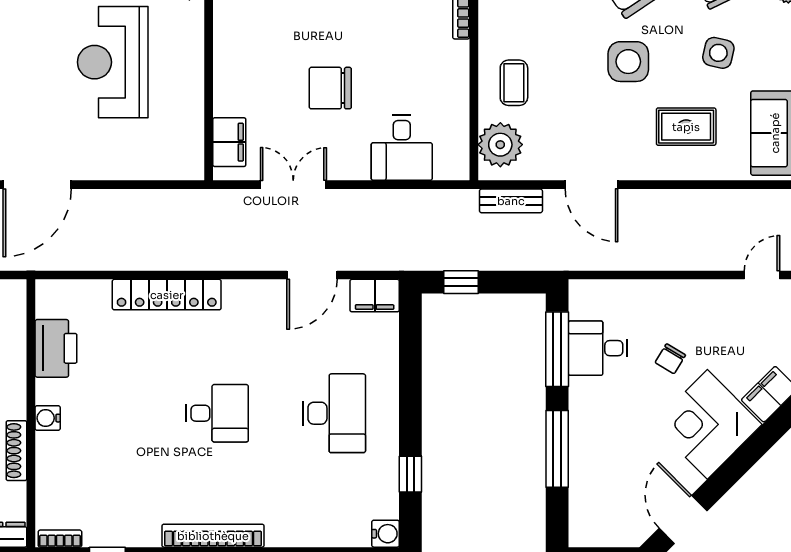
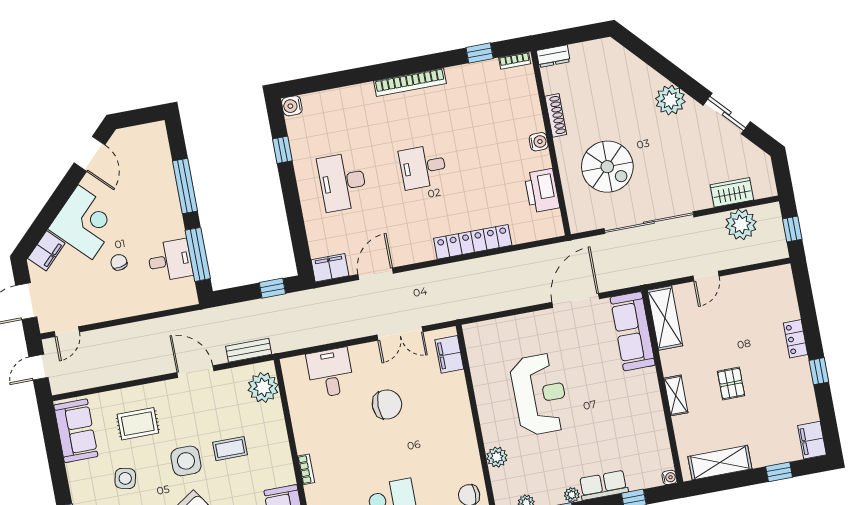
coffee table: (514, 83) -> (230, 449), moved, turned 90
chair: (670, 359) -> (119, 262), turned -43

